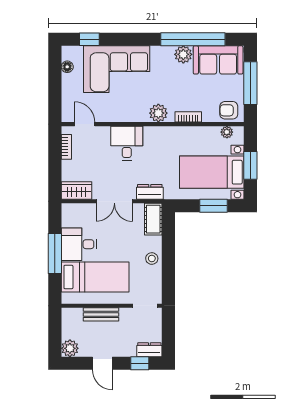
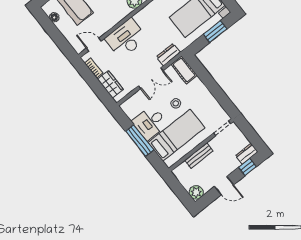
desk: (127, 143) -> (126, 39), width x1.37
wardrobe: (76, 191) -> (110, 84), moved, turned 90
stool: (152, 258) -> (176, 103), moved

